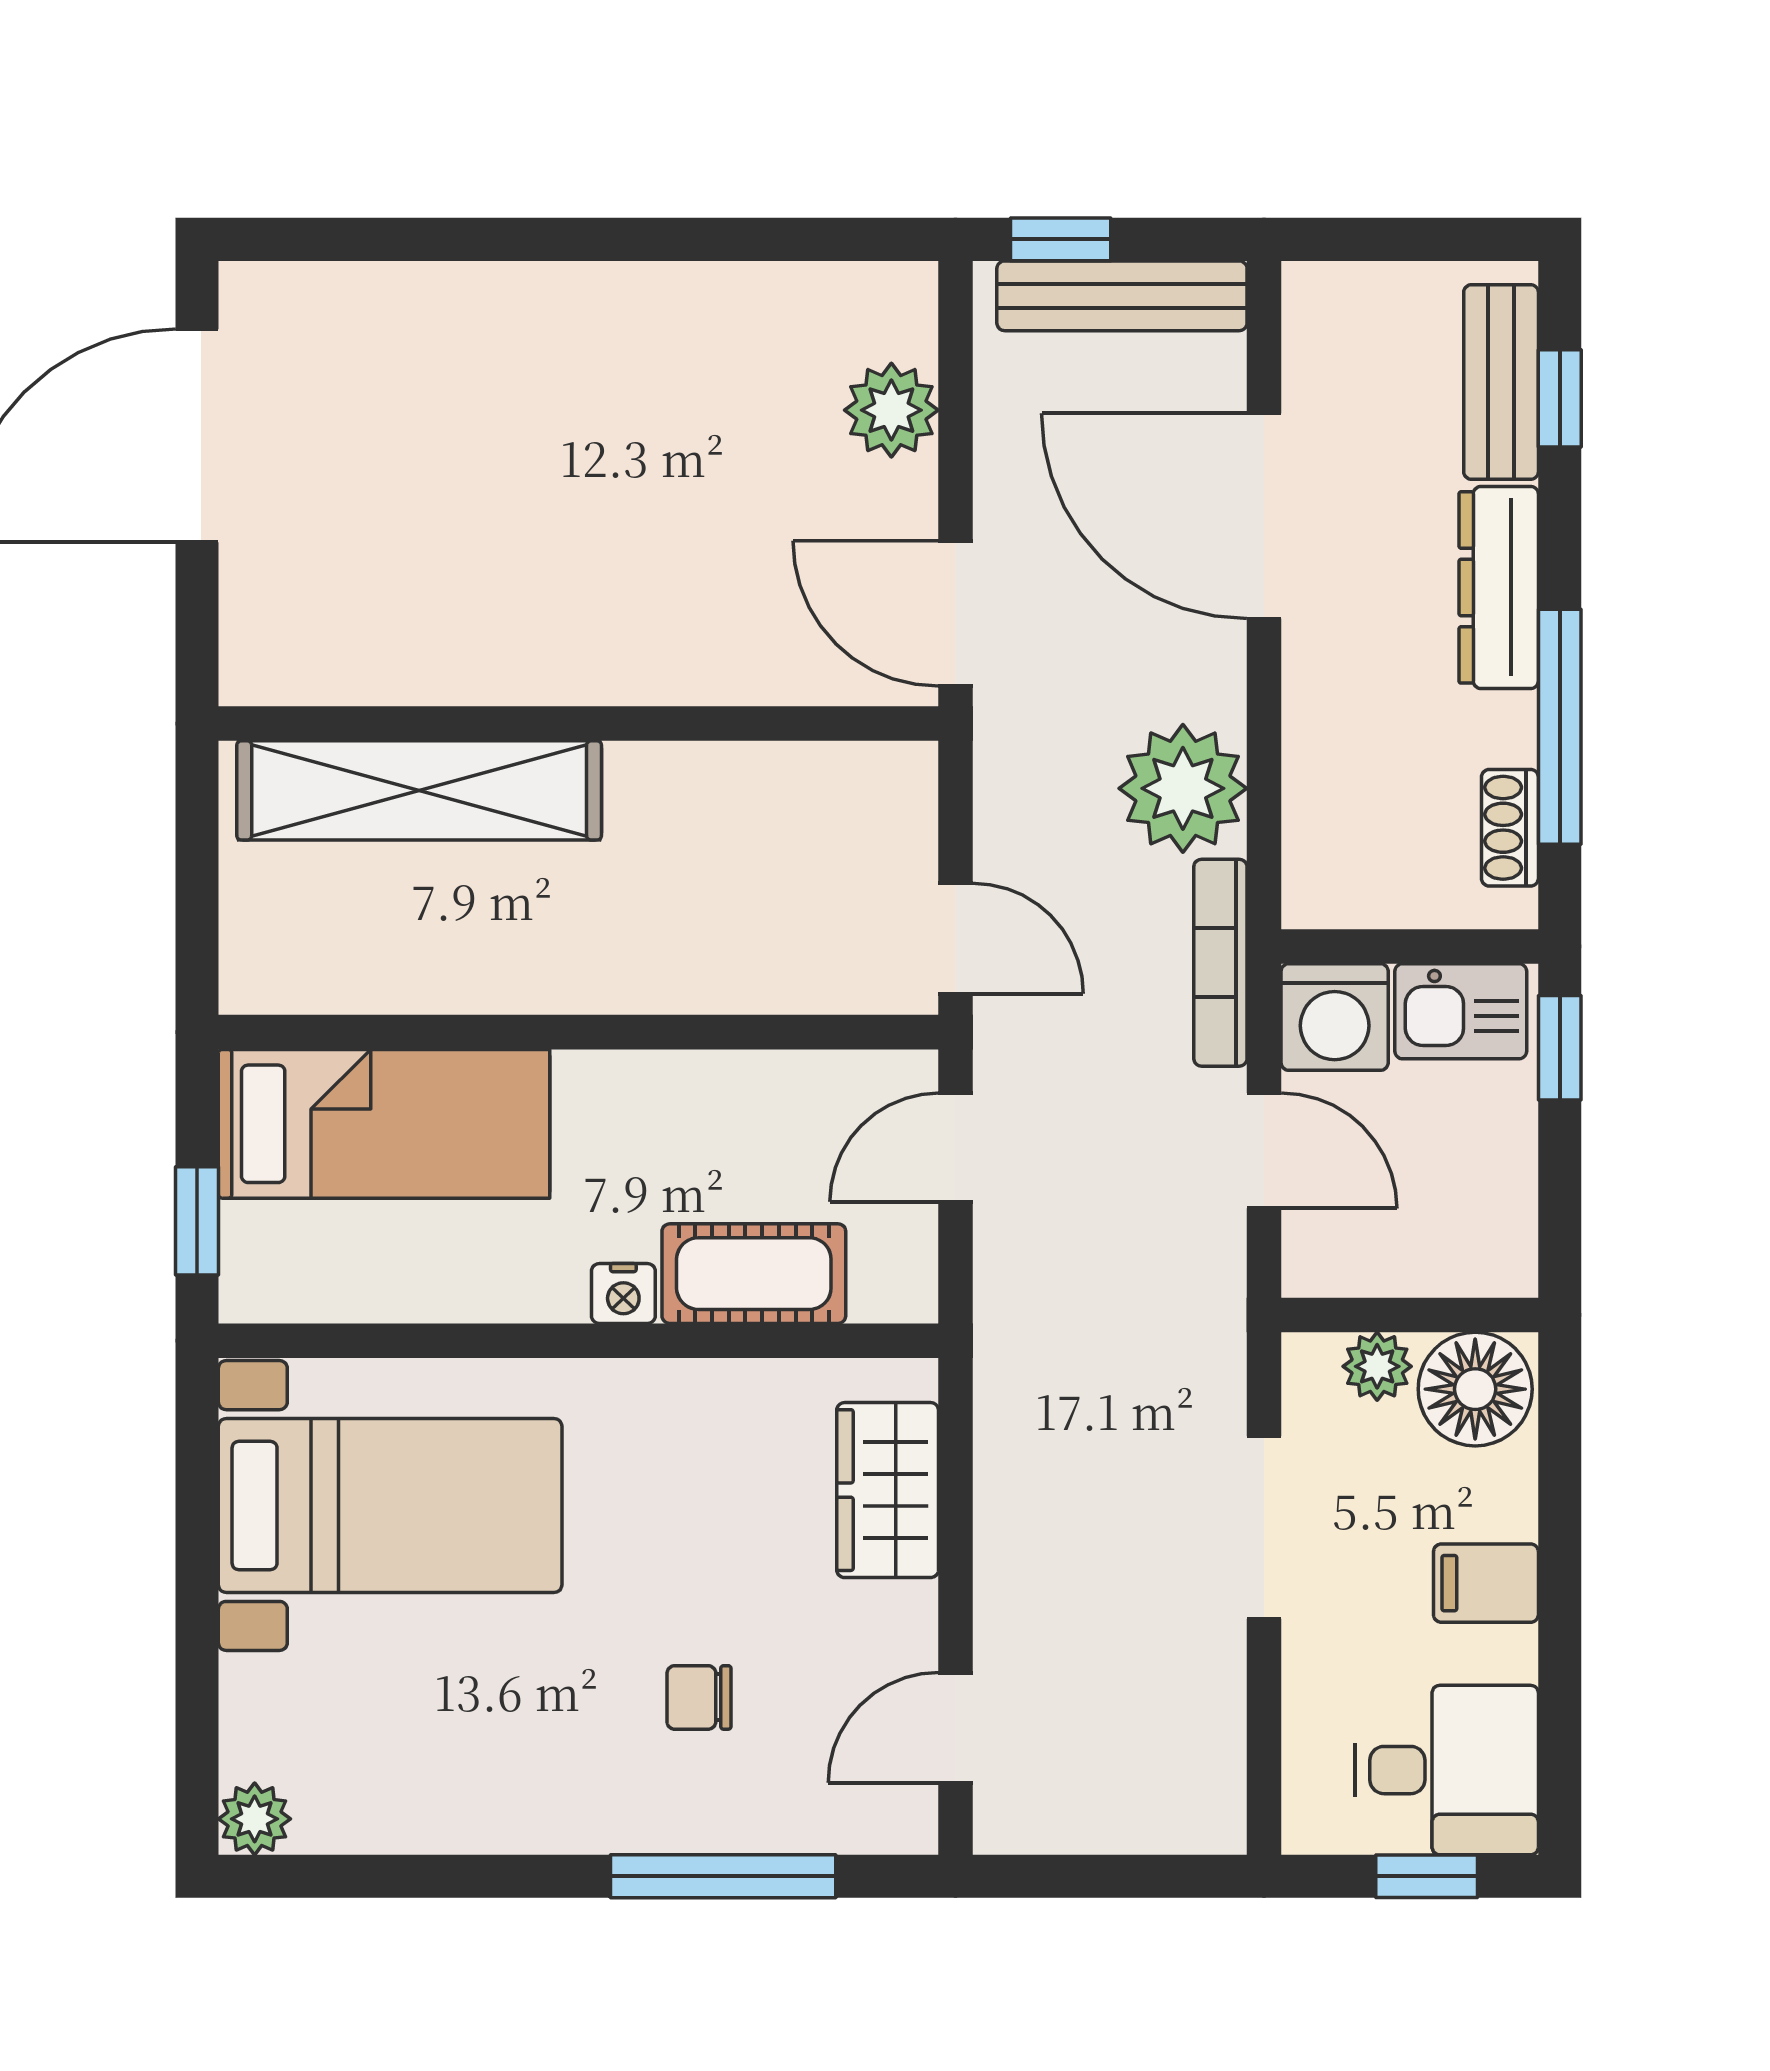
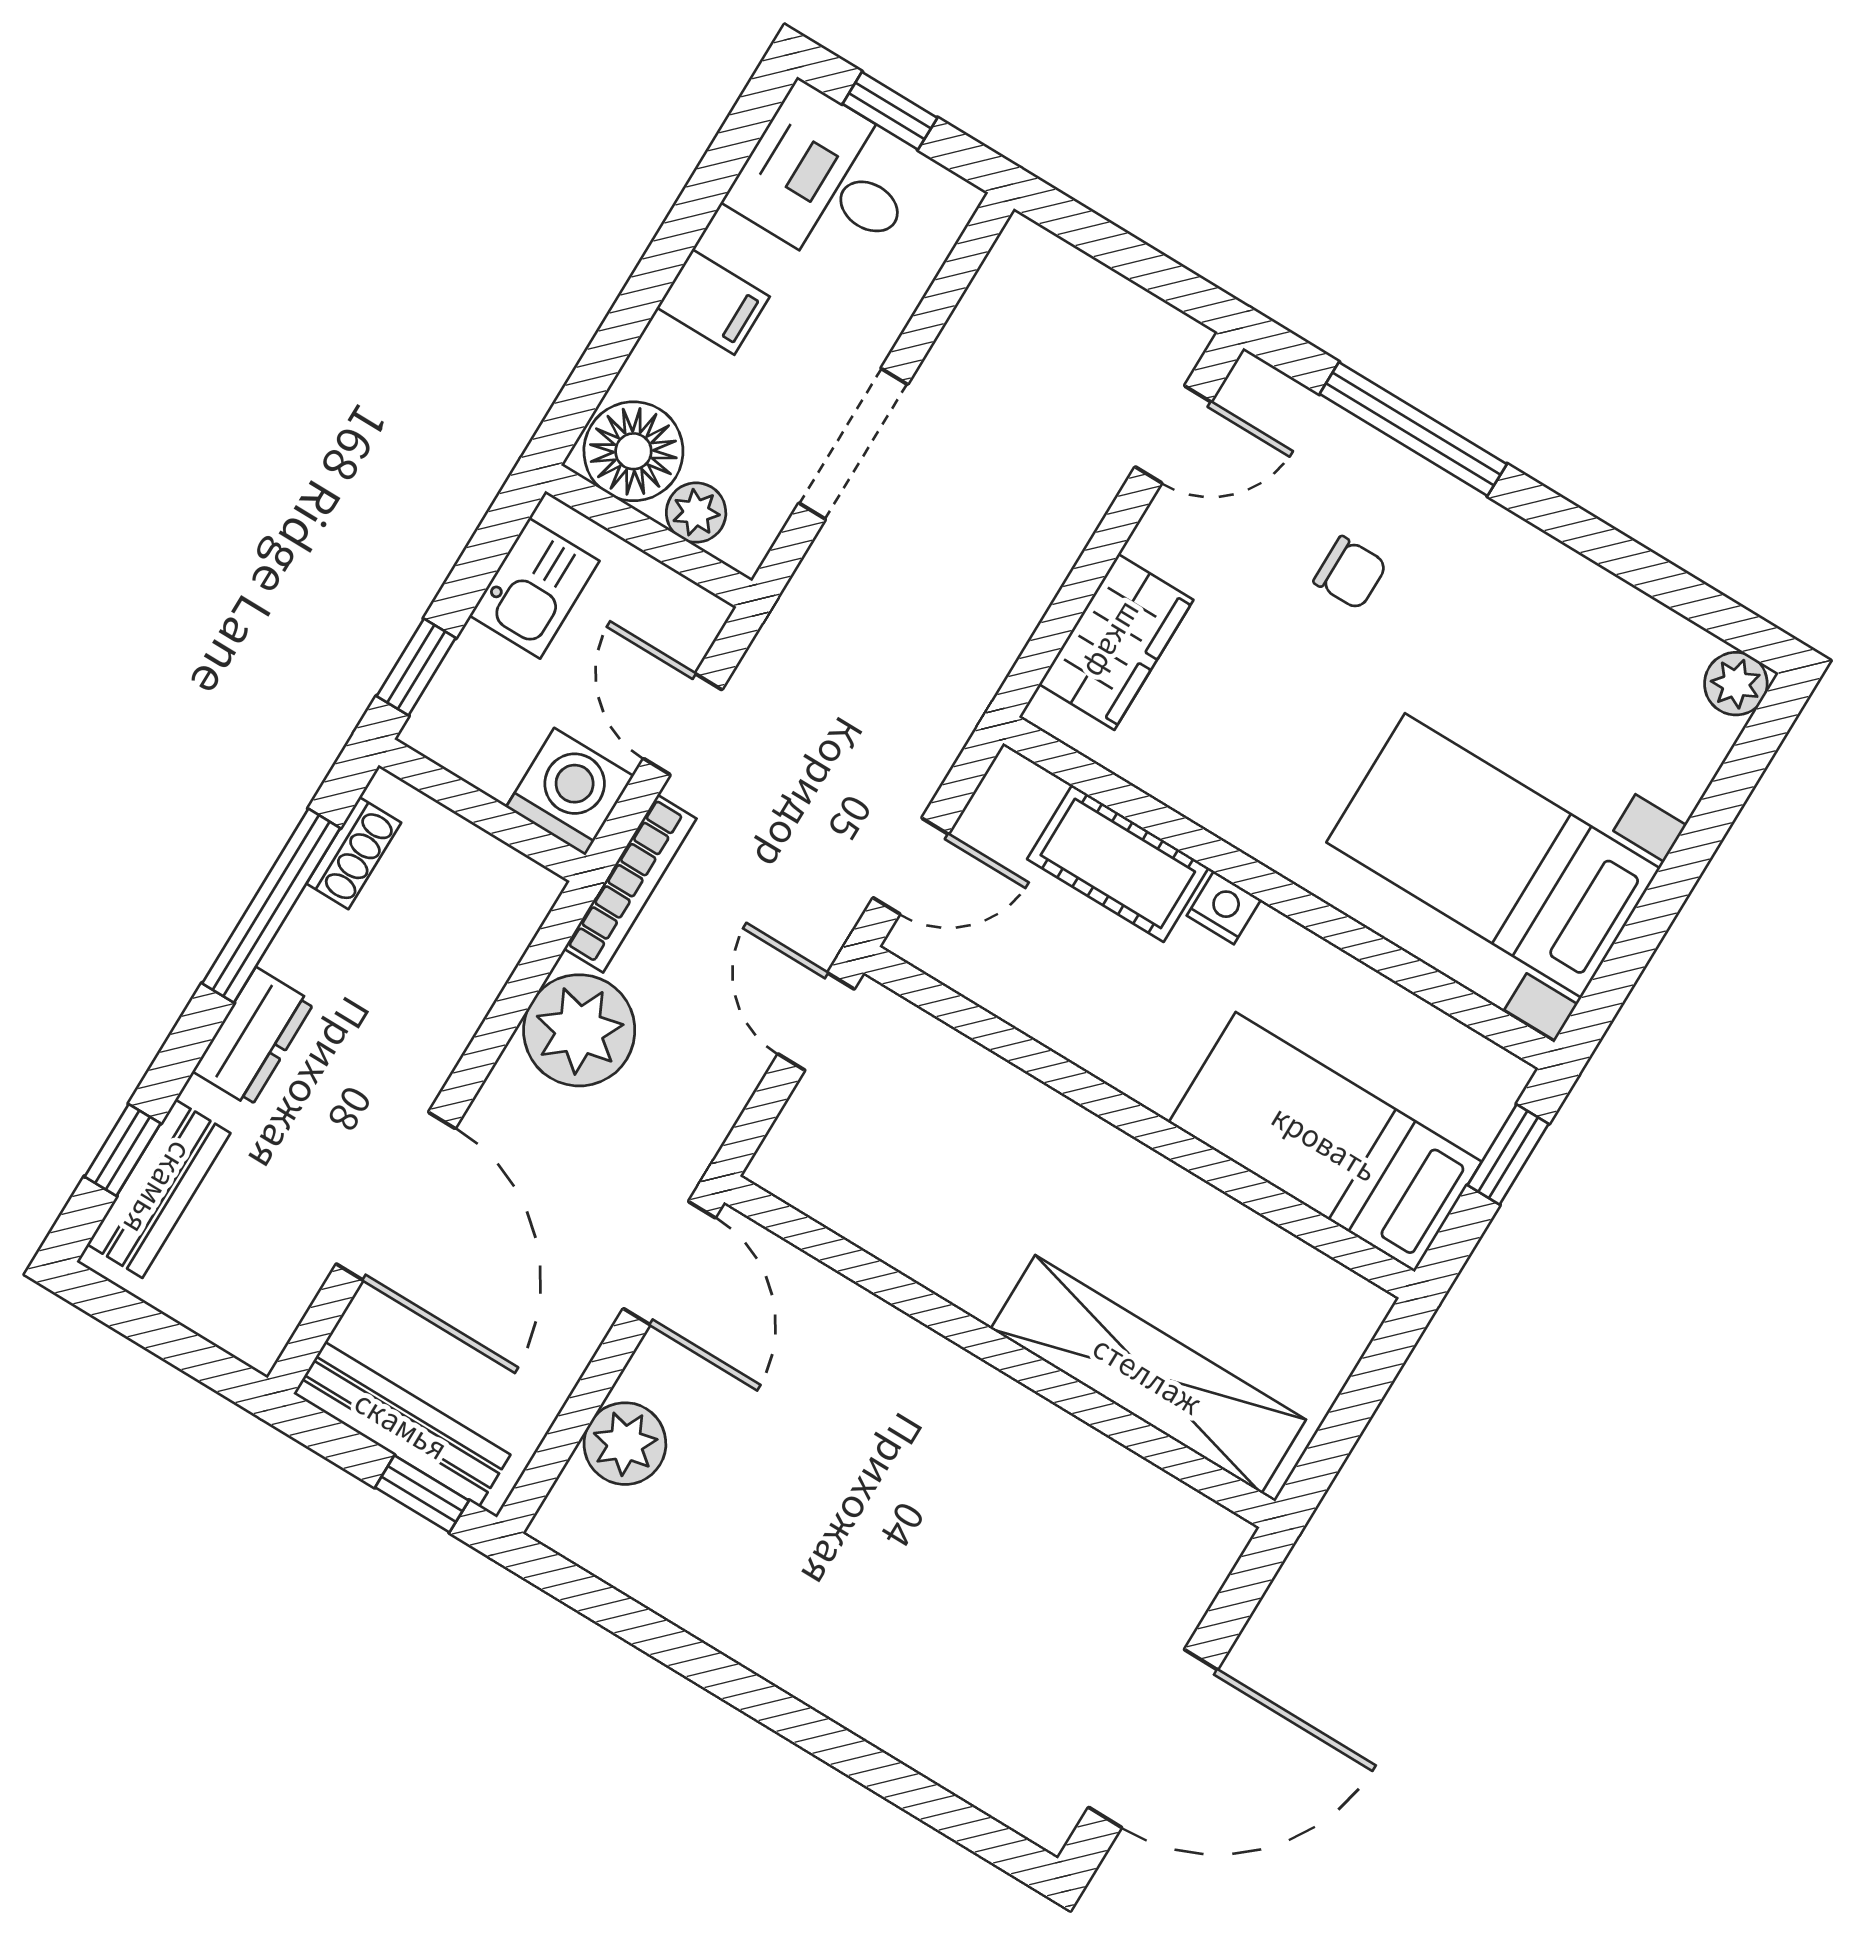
dresser: (1499, 587) -> (253, 1037), width x0.70
kitchen sink: (1461, 1011) -> (535, 588), moved, turned 90

